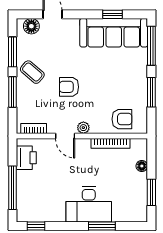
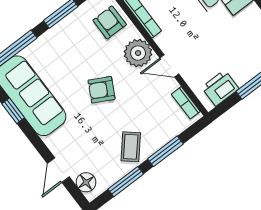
armchair: (69, 87) -> (102, 90), moved, turned 118
plant: (83, 128) -> (138, 53), width x1.87, depth x1.87
door: (65, 136) -> (169, 66), swing flipped

